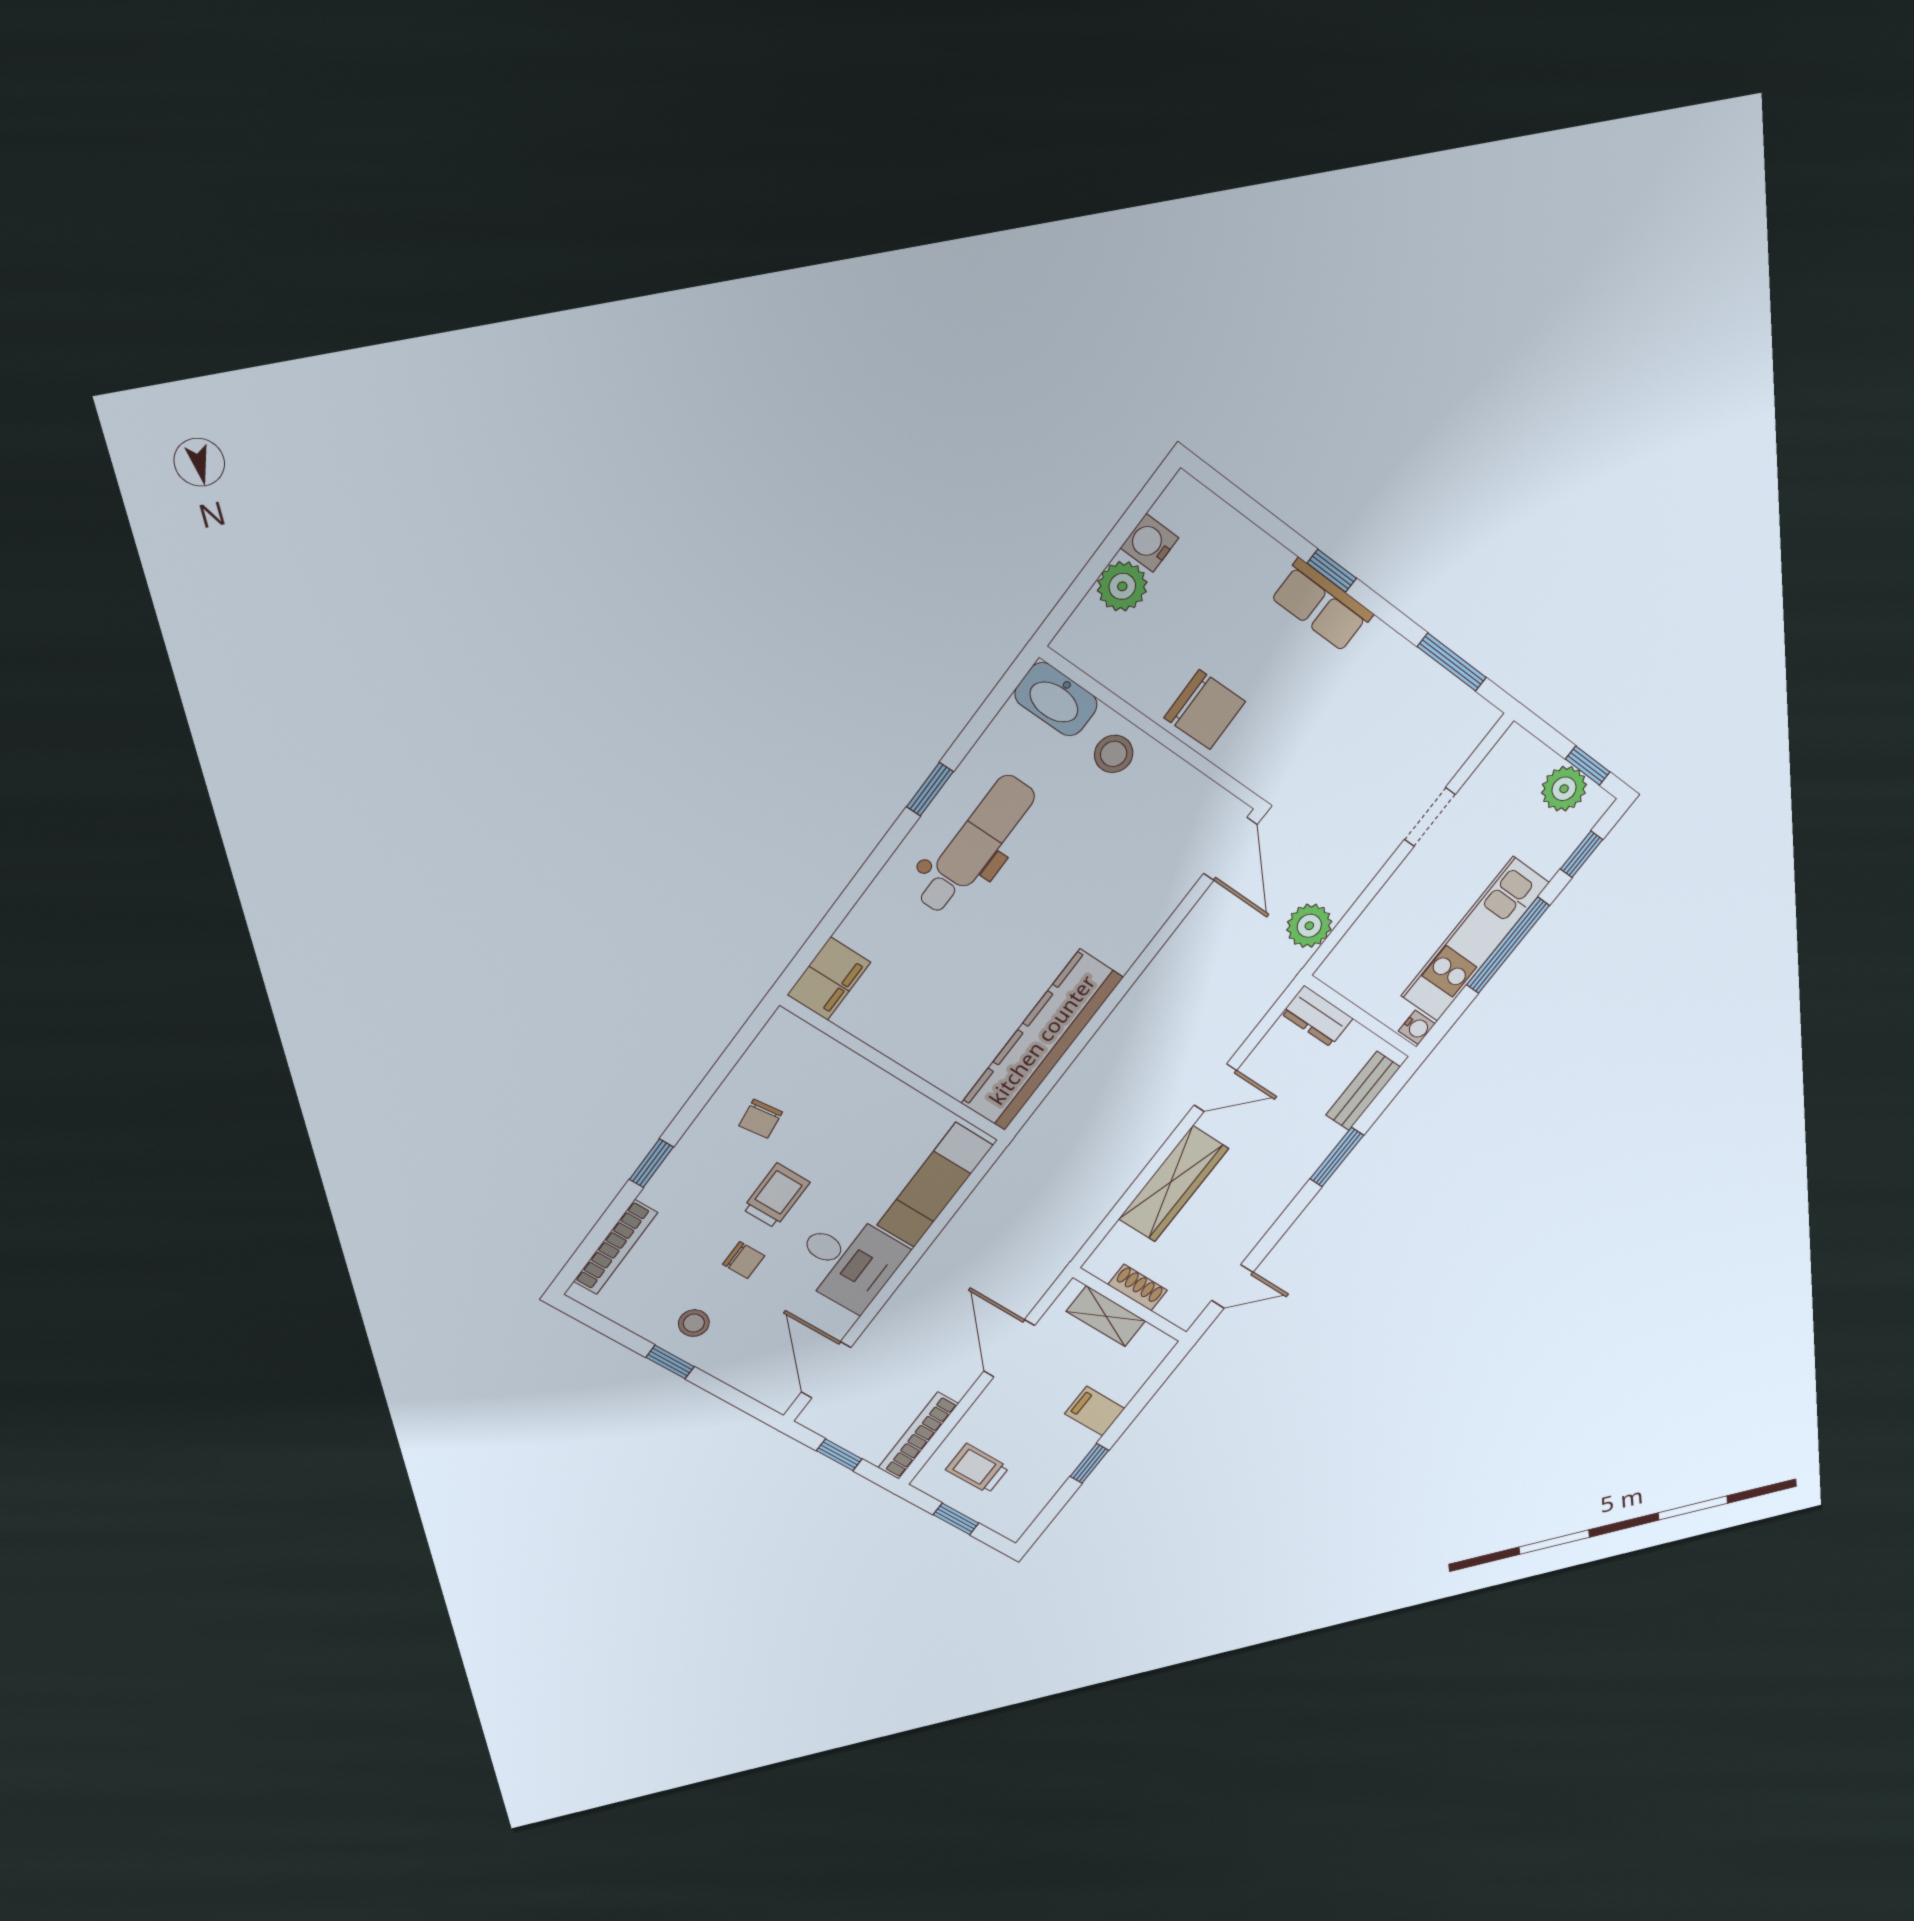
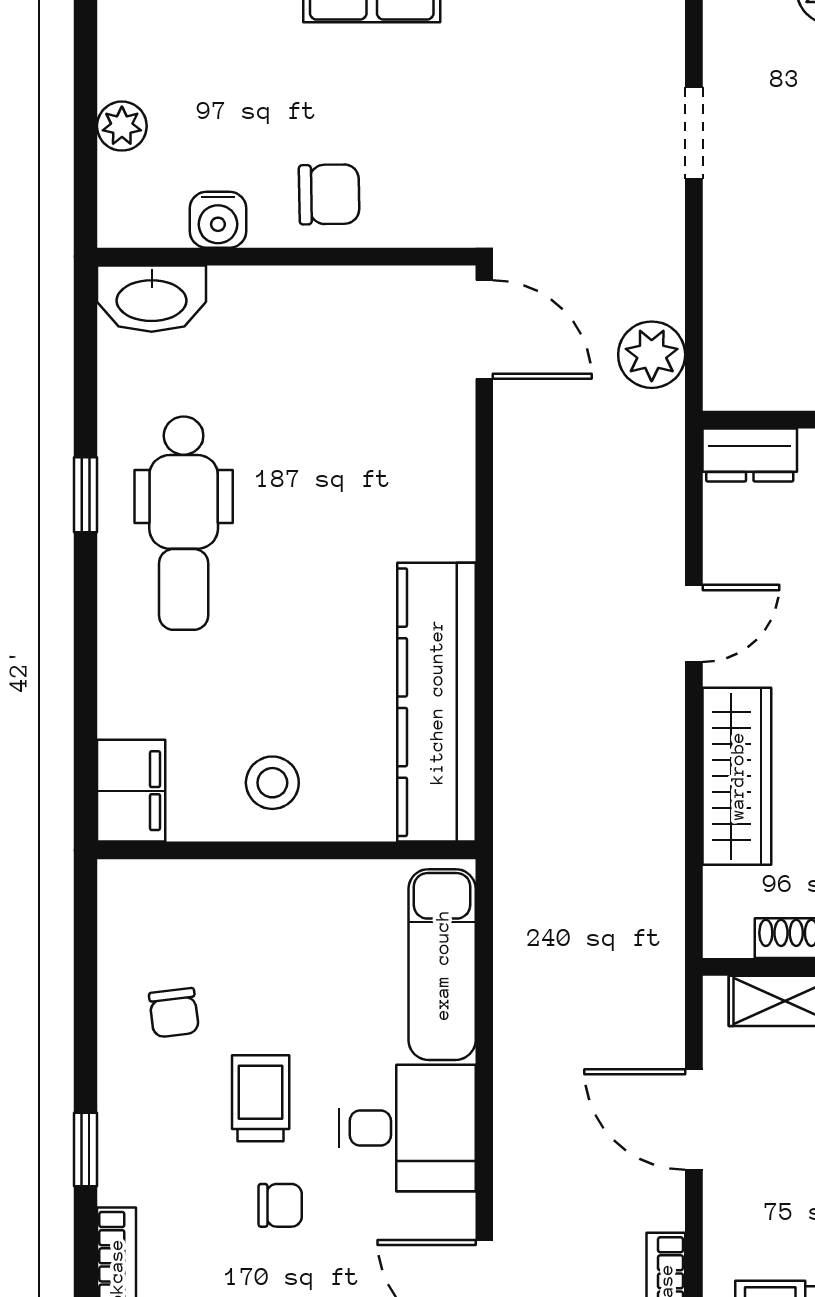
water cooler: (1150, 543) -> (218, 220), moved, turned -90
plant: (1122, 586) -> (122, 126), width x0.73, depth x0.73
chair: (1205, 710) -> (329, 194), width x0.73, depth x0.73
stool: (1114, 754) -> (272, 783), moved
dental chair: (975, 845) -> (184, 523), turned 180

